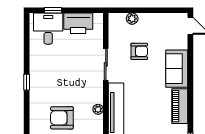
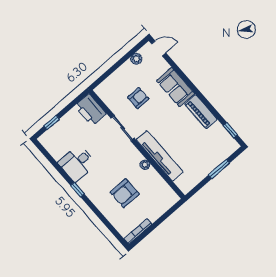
plant: (132, 19) -> (136, 59), moved
printer: (78, 23) -> (90, 110), moved, turned 90
desk: (48, 29) -> (77, 163), moved, turned -90

